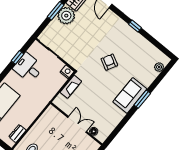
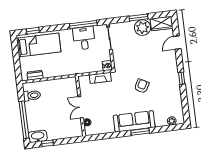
window: (17, 57) -> (83, 24), width x2.17
sofa: (130, 95) -> (134, 121), width x1.36
double door: (77, 124) -> (81, 107), swing flipped

